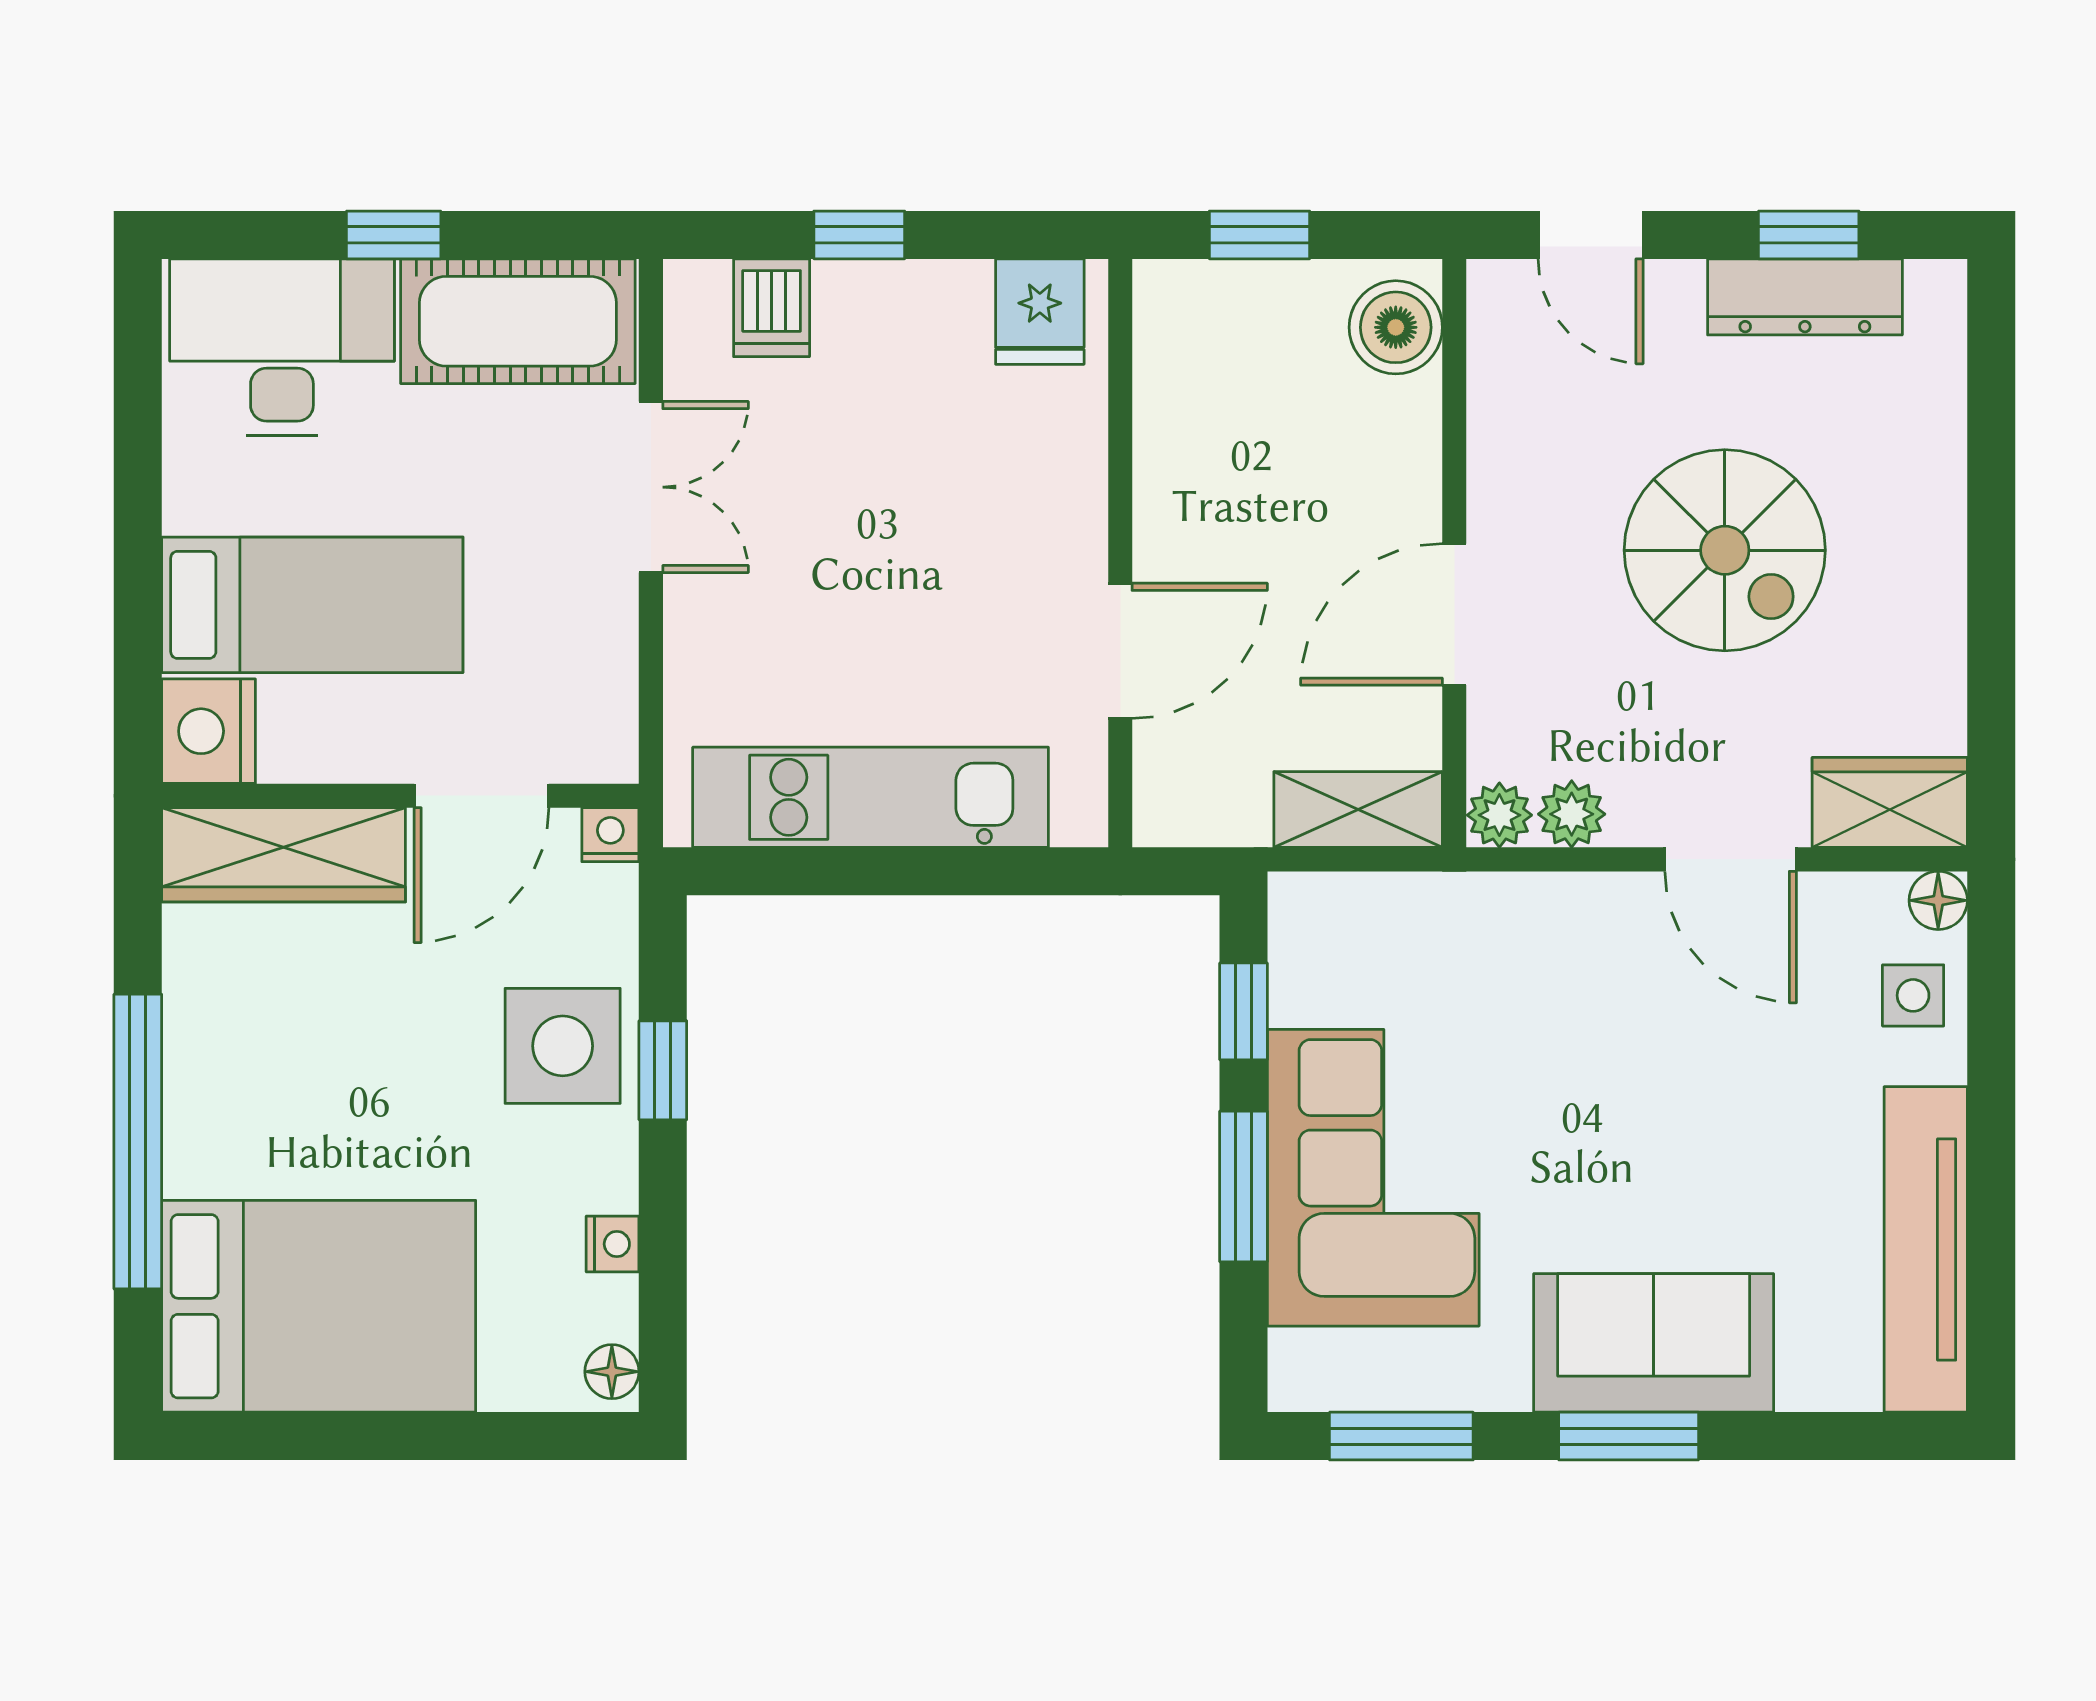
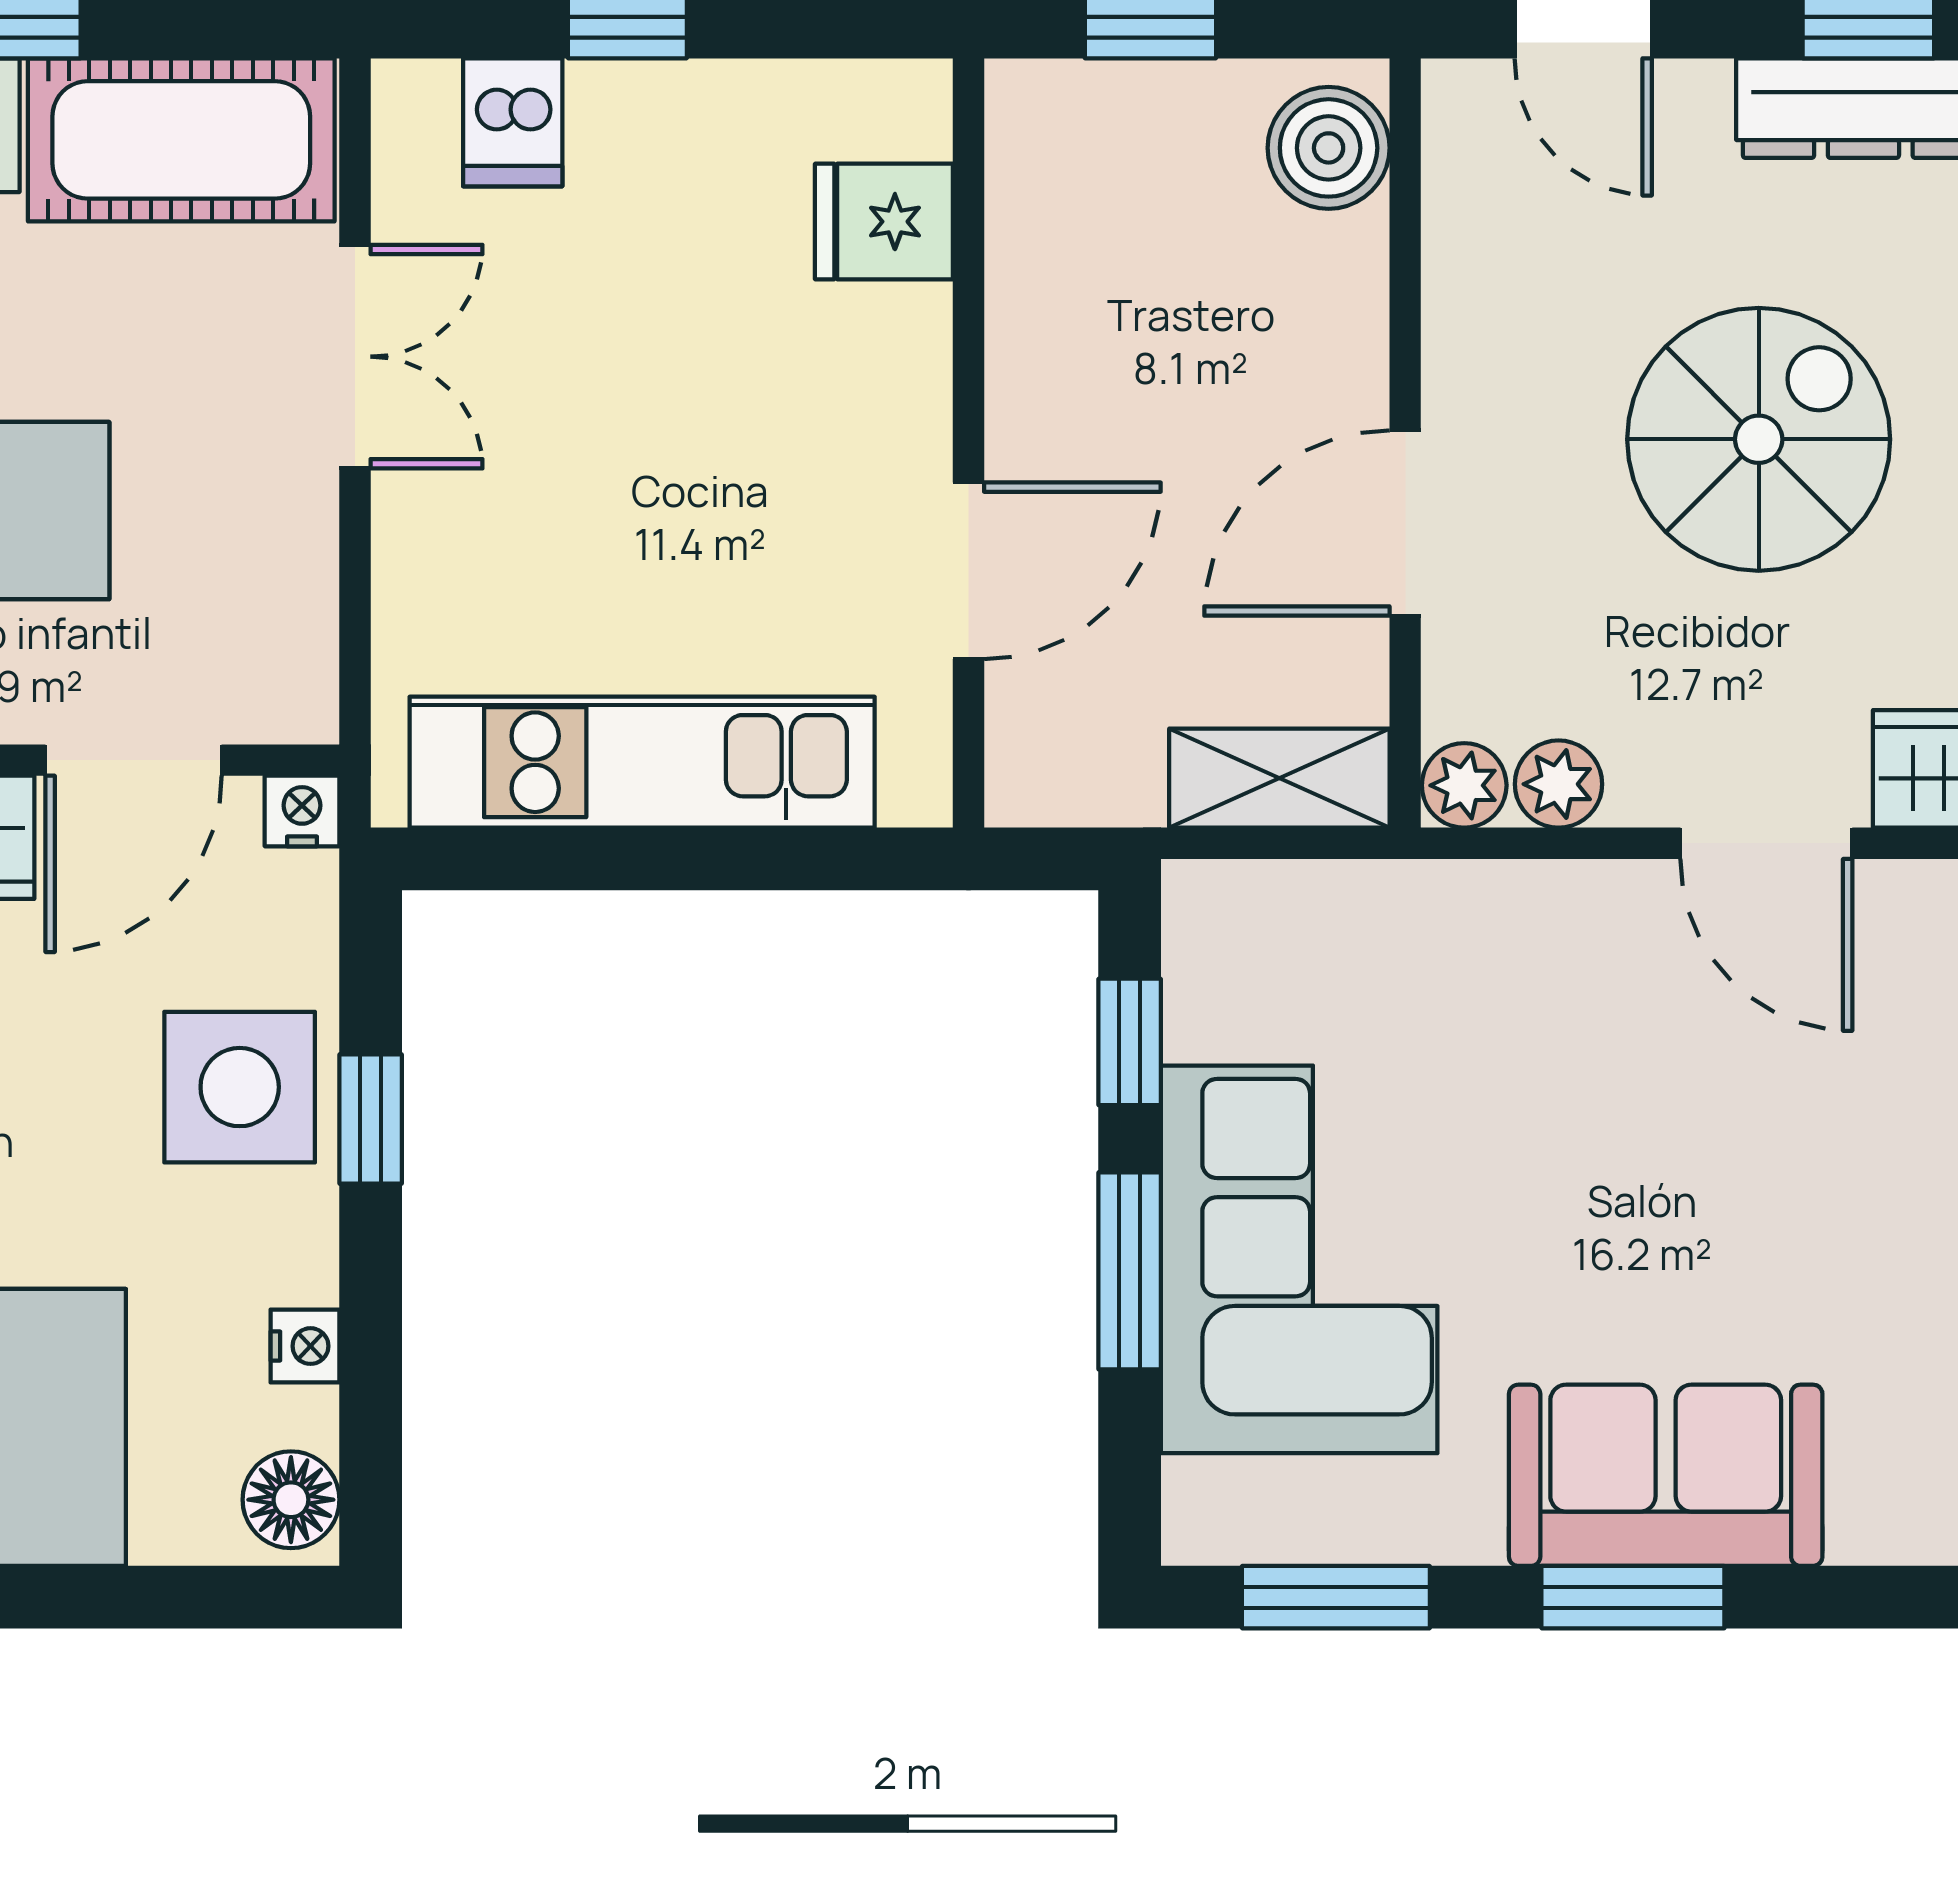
fridge: (1040, 312) -> (884, 222), moved, turned 90
spiral stairs: (1725, 550) -> (1759, 439), turned -90
floor lamp: (612, 1372) -> (291, 1500), width x1.37, depth x1.37

